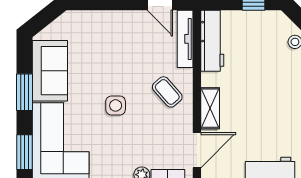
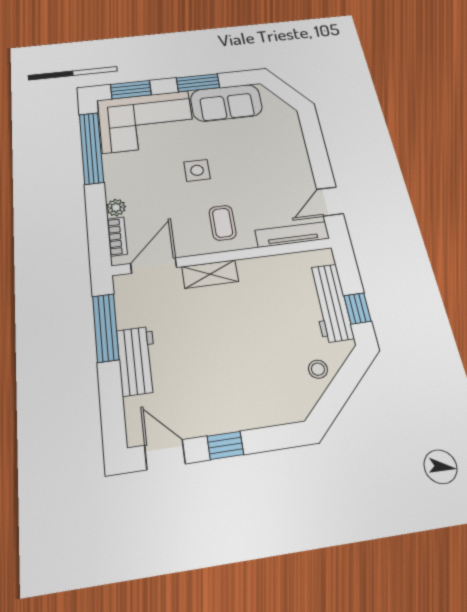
workbench: (212, 41) -> (330, 303), moved, turned 90
coffee table: (167, 92) -> (223, 223), turned -49
door: (197, 150) -> (154, 266), swing flipped

